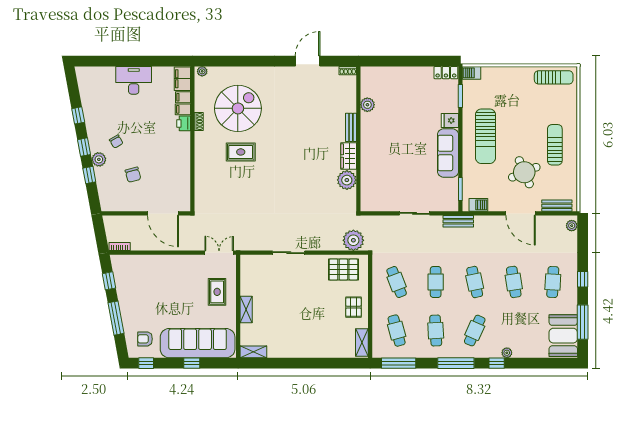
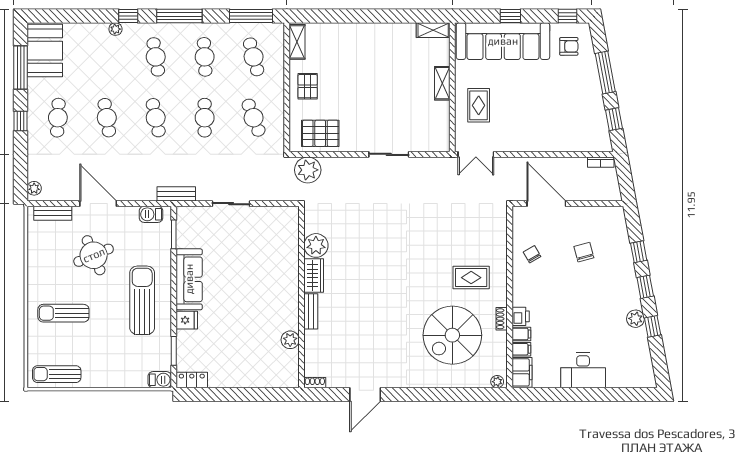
chair: (116, 142) -> (532, 254), moved
sun lounger: (555, 145) -> (63, 313), moved, turned 90
rug: (241, 152) -> (471, 278), moved
plant: (99, 159) -> (635, 319), moved
cafe table: (475, 331) -> (156, 57), turned -33

